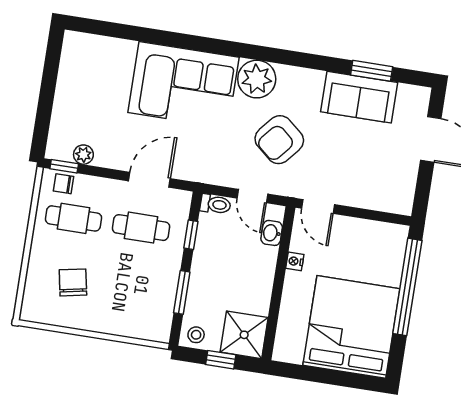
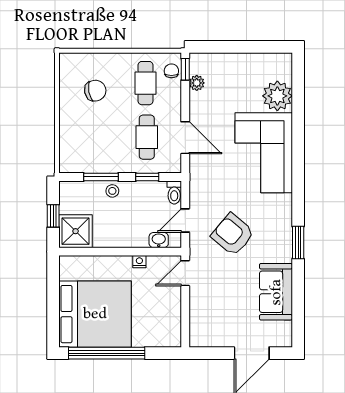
window: (372, 71) -> (298, 243), moved
plant: (257, 79) -> (277, 96), moved
window: (407, 287) -> (107, 353), moved
stool: (196, 335) -> (112, 191), moved

